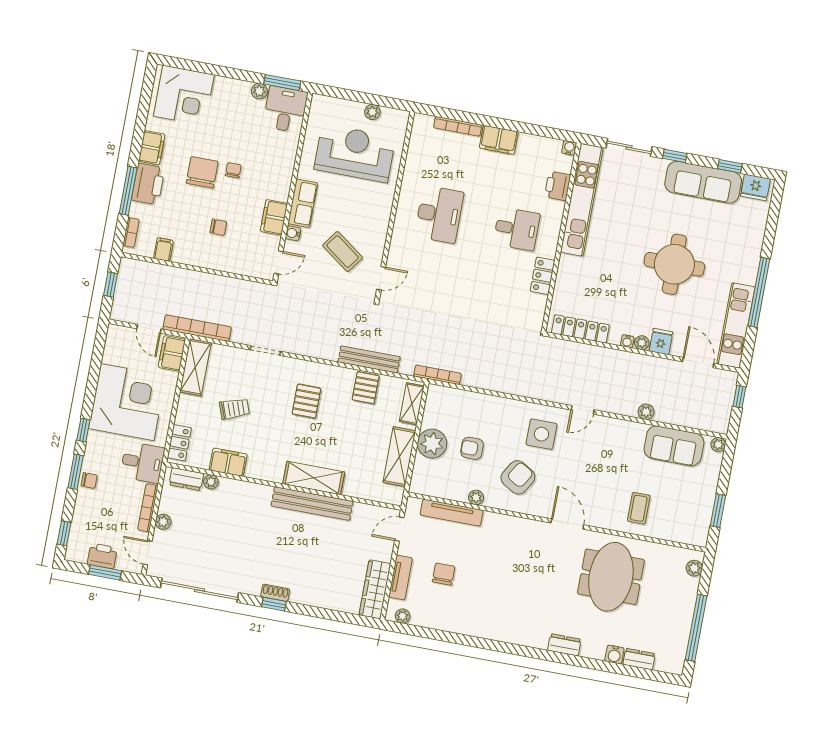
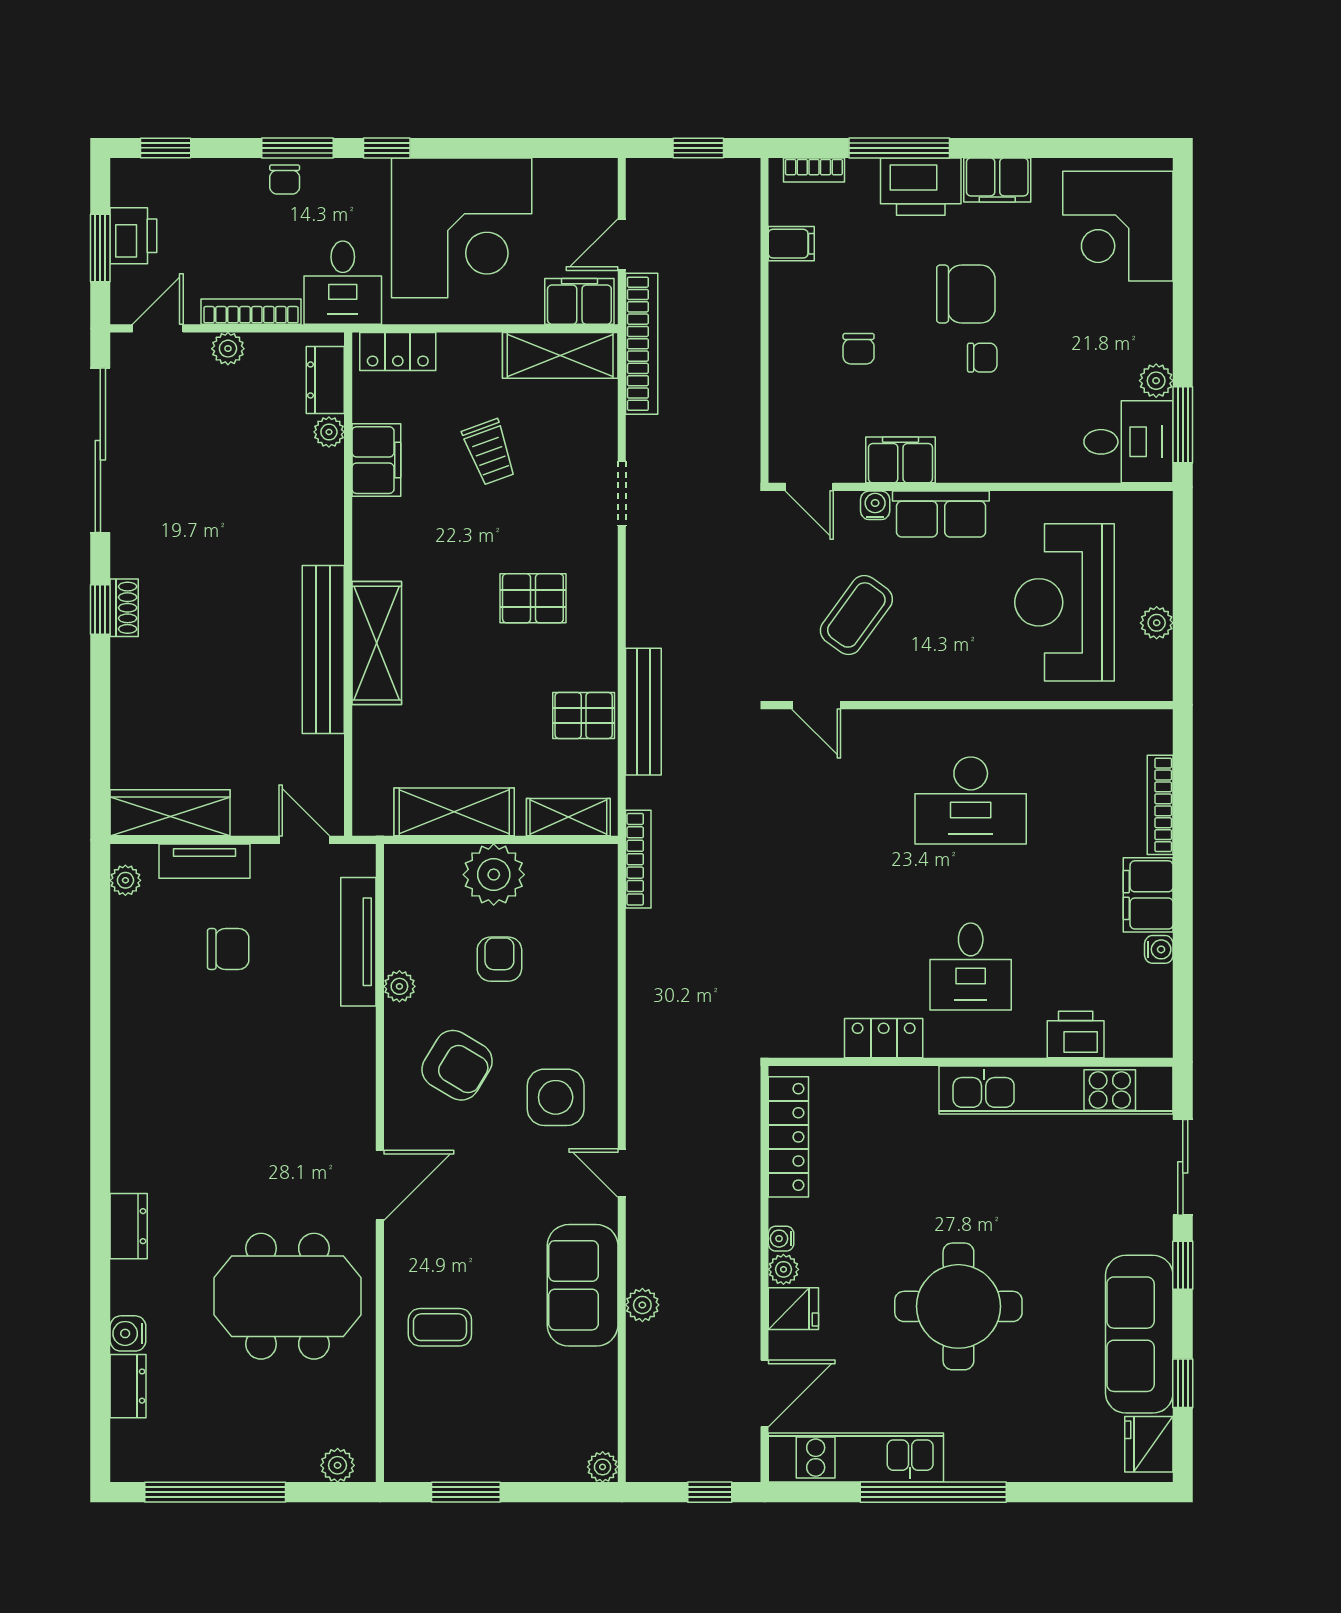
water cooler: (569, 148) -> (1159, 949), moved
reception desk: (355, 153) -> (1065, 602), turned 180
sofa: (674, 446) -> (583, 1285), moved

